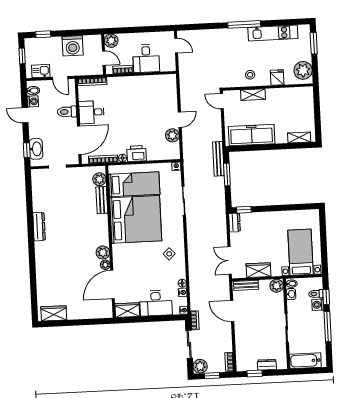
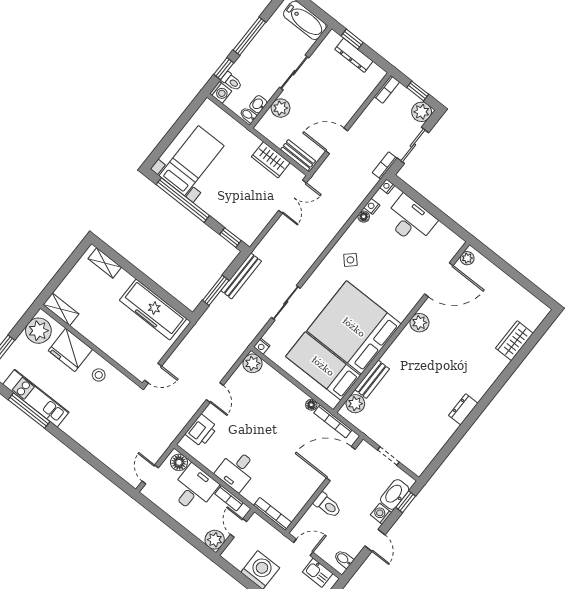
window: (244, 24) -> (29, 411), moved
floor lamp: (166, 65) -> (179, 462), added
fridge: (277, 77) -> (70, 350), width x1.88, depth x1.34
door: (60, 78) -> (303, 547), hinge flipped
shelving: (253, 95) -> (61, 309), moved
washing machine: (33, 101) -> (381, 514), moved
door: (222, 101) -> (153, 373), hinge flipped
desk: (91, 112) -> (237, 470), moved, turned 90
door: (180, 120) -> (215, 393), swing flipped
plant: (172, 135) -> (253, 363), moved
printer: (137, 153) -> (201, 431), moved, turned -90
bench: (218, 159) -> (241, 276), moved
window: (287, 208) -> (183, 200), added
dresser: (235, 223) -> (252, 233), removed
dresser: (39, 227) -> (463, 409), width x0.70
bed with nightstands: (301, 252) -> (192, 161), moved, turned 180
plant: (105, 265) -> (467, 258), moved
plant: (277, 286) -> (281, 108), moved
washing machine: (318, 305) -> (221, 92), moved
wardrobe: (127, 310) -> (447, 239), removed
door: (232, 311) -> (337, 141), swing flipped
wardrobe: (54, 313) -> (514, 341), moved, turned 90
dresser: (267, 365) -> (354, 55), width x1.44
window: (255, 374) -> (352, 39), moved

